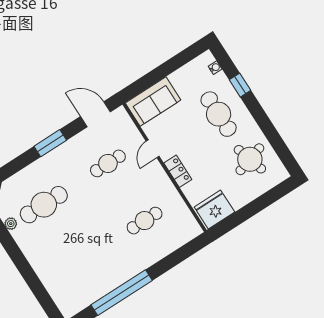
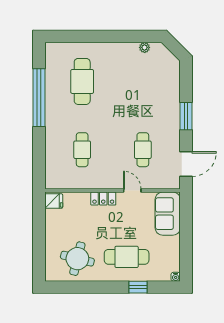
water cooler: (215, 68) -> (176, 277), moved
round table: (250, 159) -> (77, 259), turned 31
cafe table: (44, 205) -> (82, 81), moved
fridge: (214, 210) -> (54, 201), width x0.53, depth x0.75

